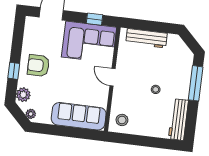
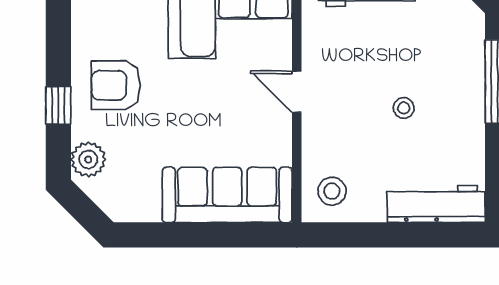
plant: (31, 114) -> (112, 203), removed
workbench: (178, 120) -> (436, 204), moved, turned 90

